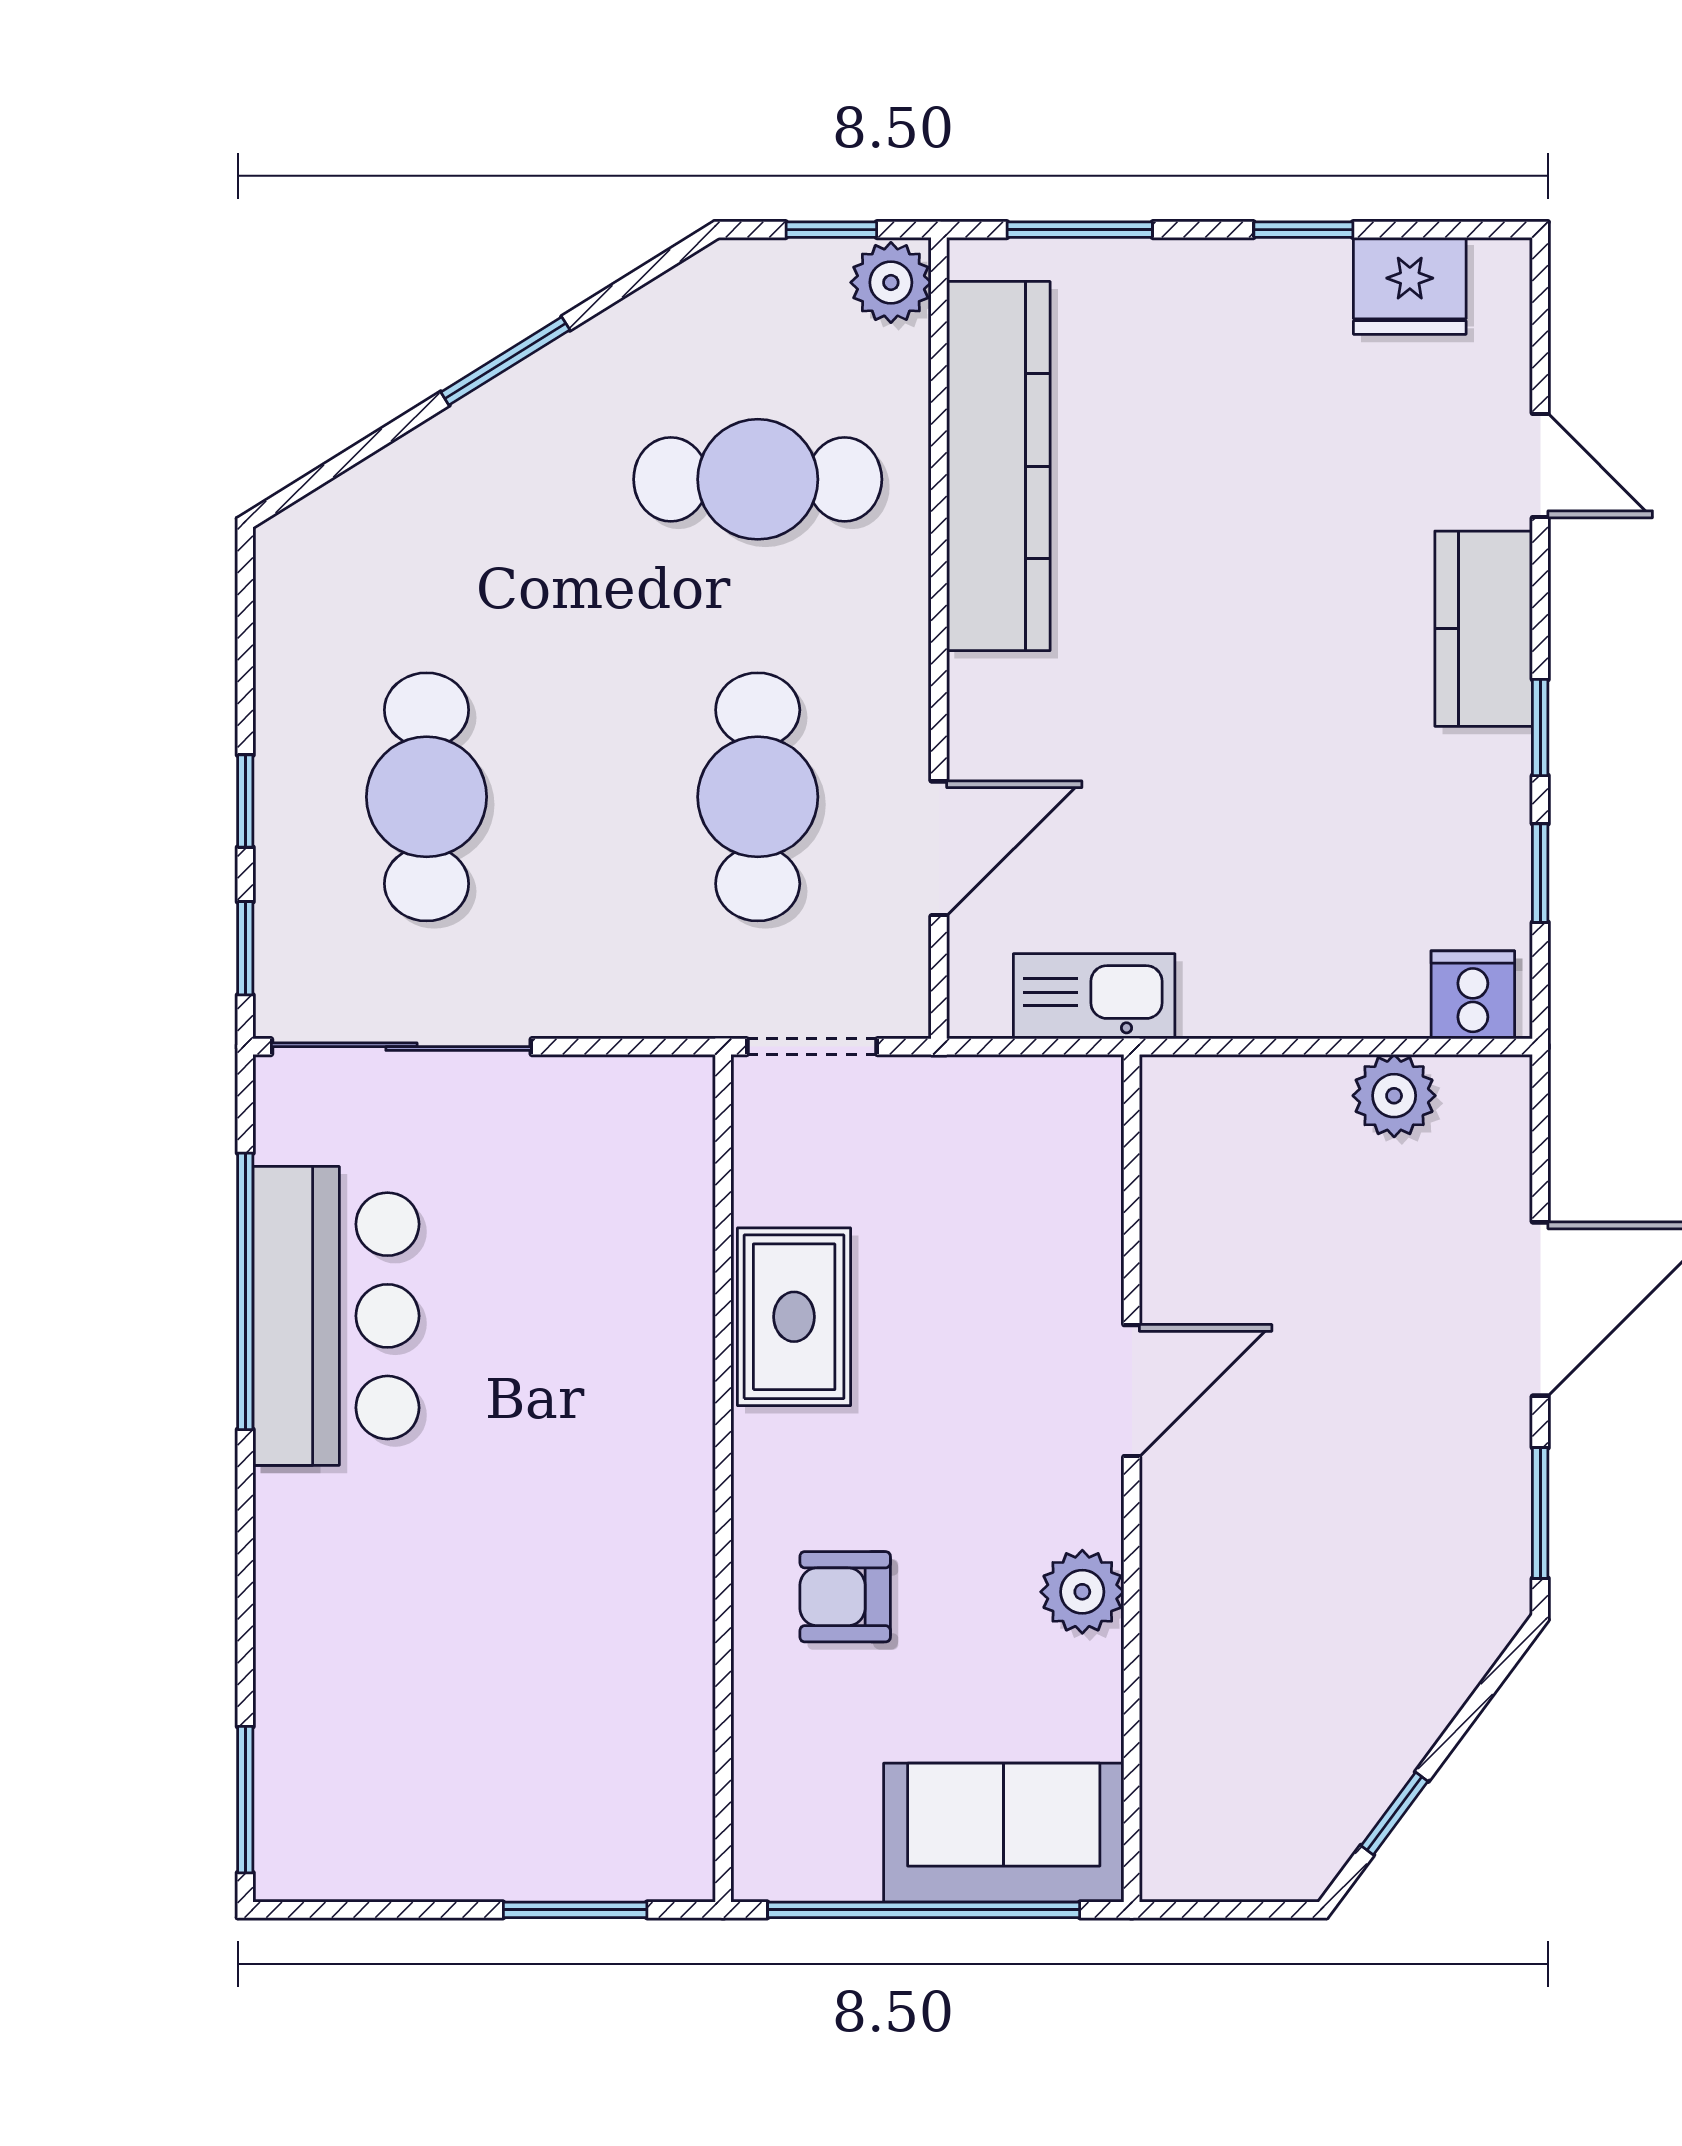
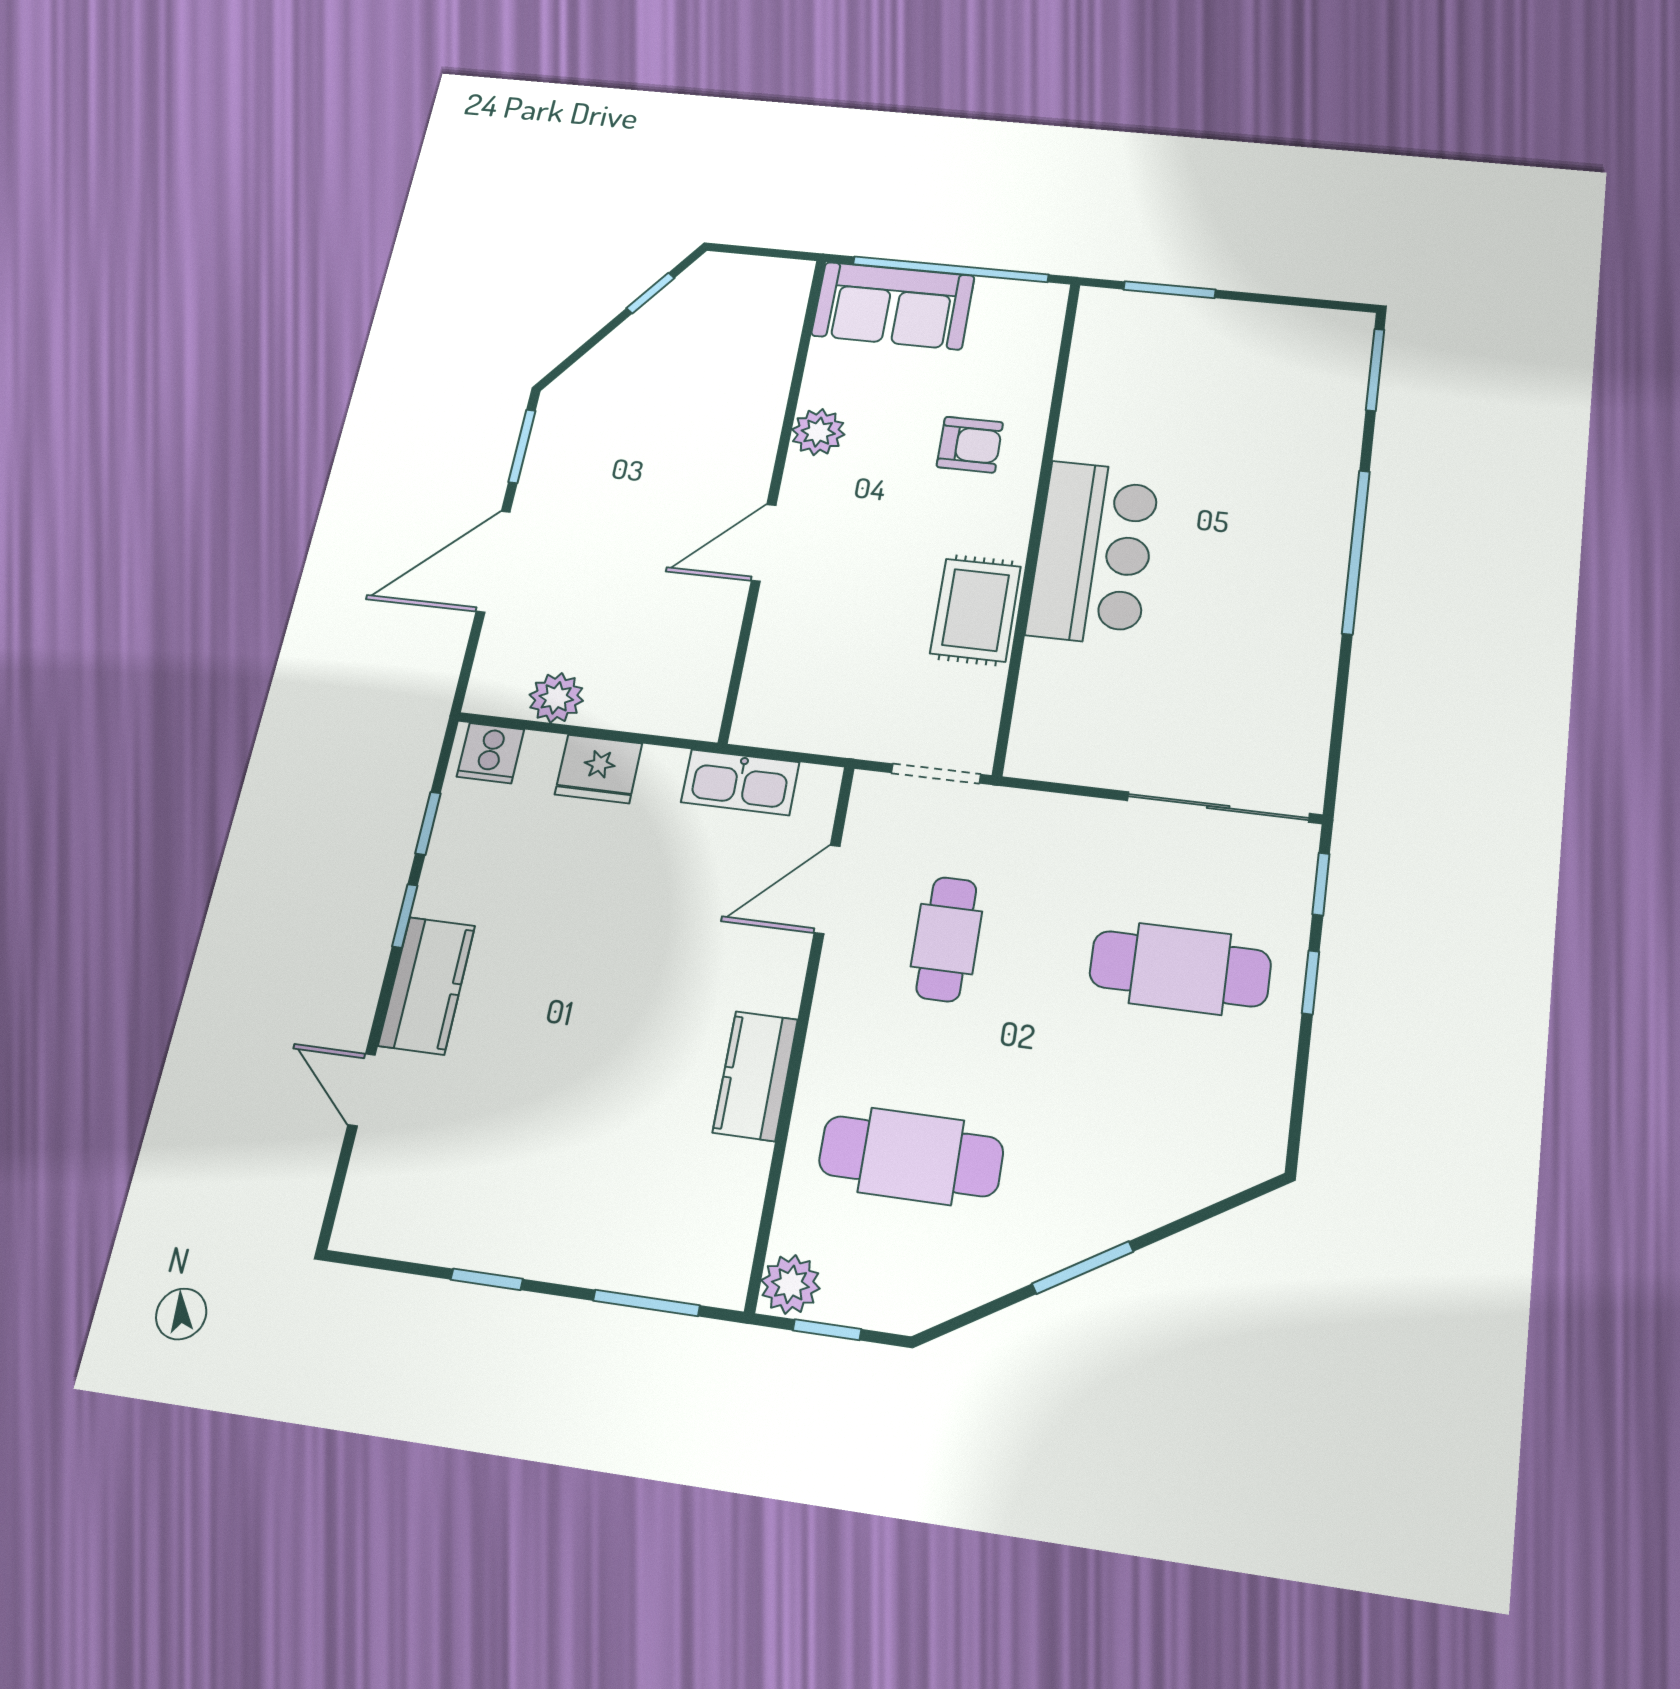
fridge: (1410, 286) -> (599, 769), moved, turned 180
kitchen counter: (998, 466) -> (755, 1076), width x0.48, depth x0.86
cafe table: (427, 797) -> (1180, 969), turned 90
cafe table: (758, 797) -> (946, 939), width x0.73, depth x0.74
window: (245, 1291) -> (1356, 552), moved
bar counter: (336, 1316) -> (1093, 553), moved, turned 180

